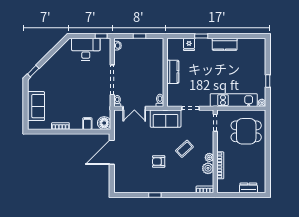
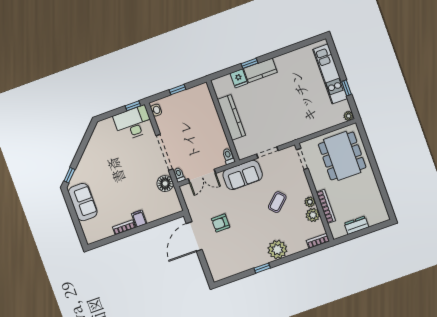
kitchen counter: (225, 44) -> (260, 70), moved
desk: (86, 49) -> (133, 123), moved
kitchen counter: (173, 72) -> (231, 117), width x1.50
kitchen unit: (234, 100) -> (330, 74), moved, turned -90
sofa: (36, 106) -> (83, 202), moved
floor lamp: (104, 123) -> (165, 184), moved
filing cabinet: (87, 124) -> (139, 219), moved
dining table: (246, 131) -> (342, 156), width x1.37
armchair: (159, 162) -> (221, 223), moved
plant: (172, 185) -> (277, 250), added
dresser: (248, 188) -> (356, 225), moved

